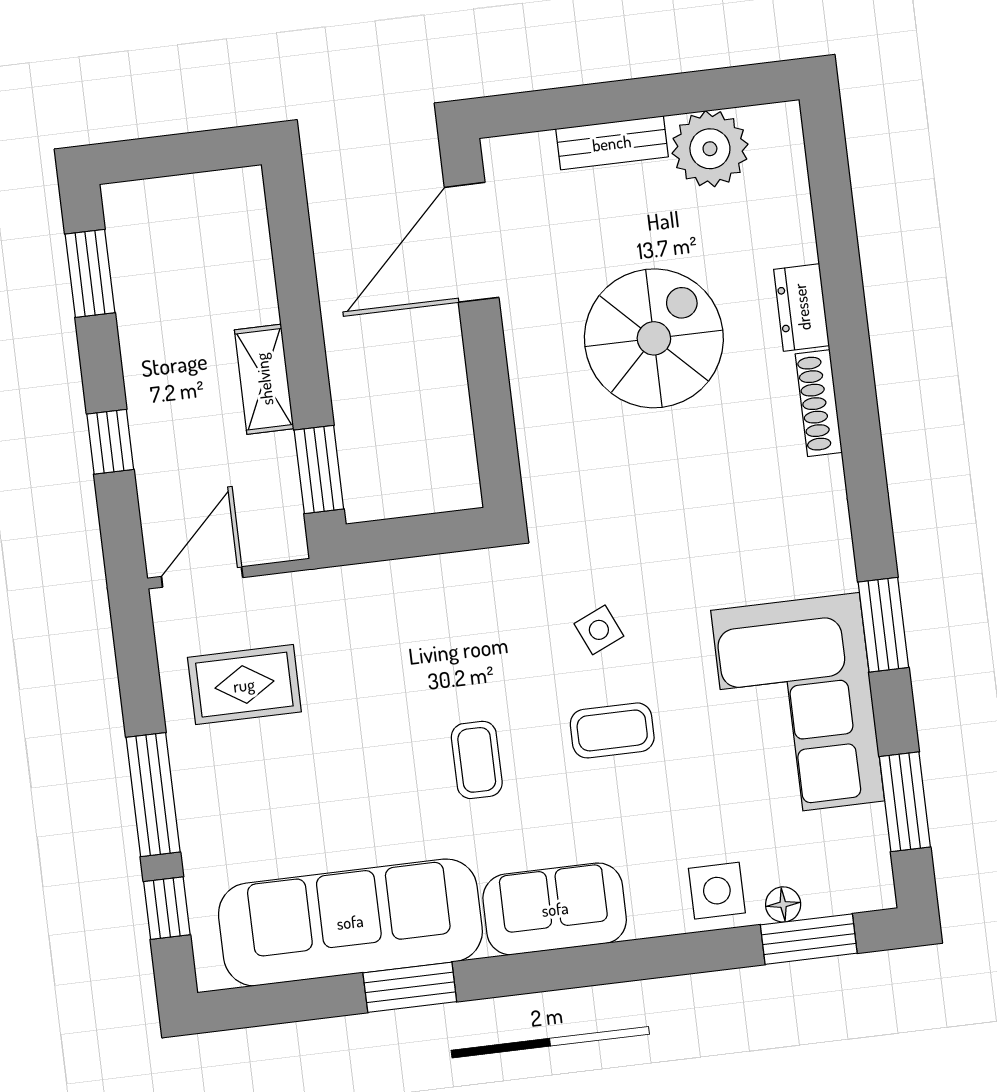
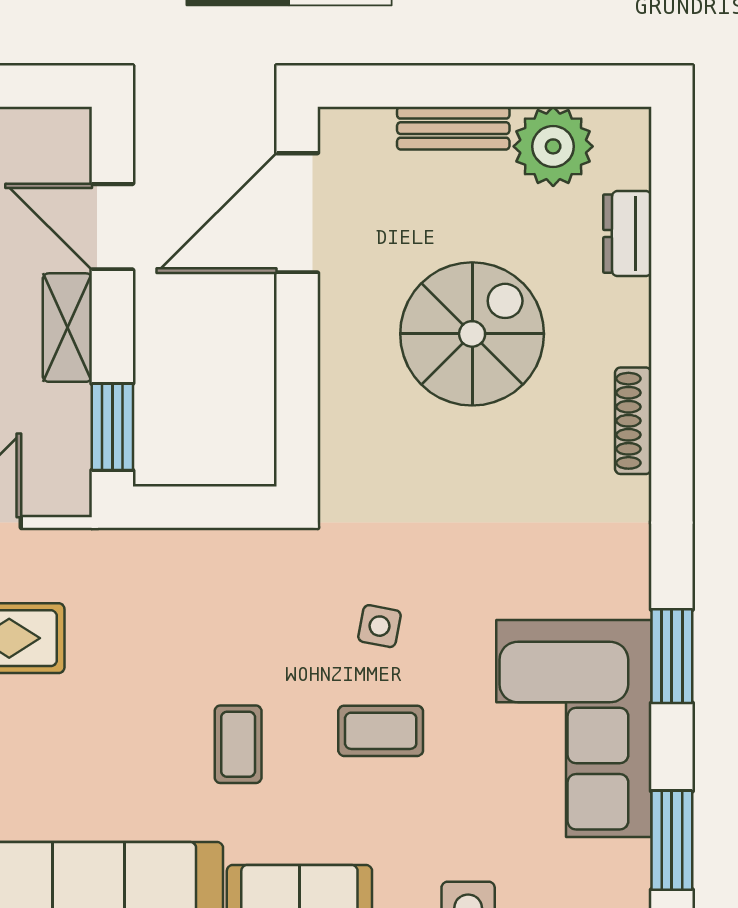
door: (296, 277) -> (112, 227), added
dresser: (802, 307) -> (627, 234), moved
side table: (599, 630) -> (379, 626), turned 35

